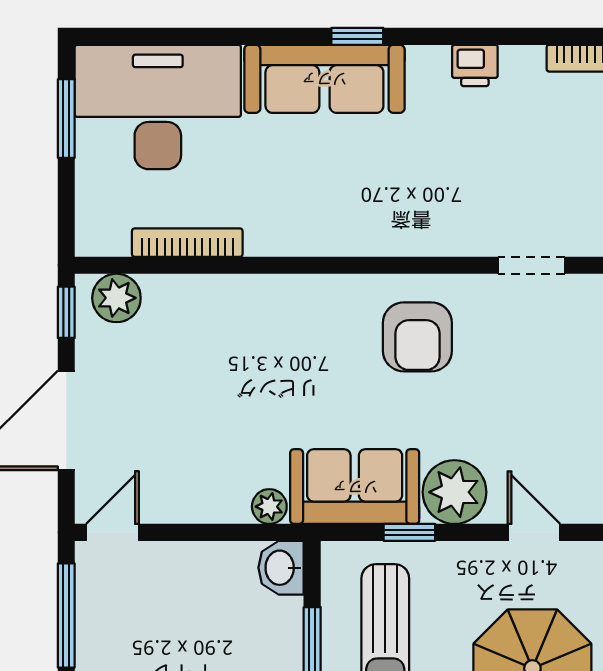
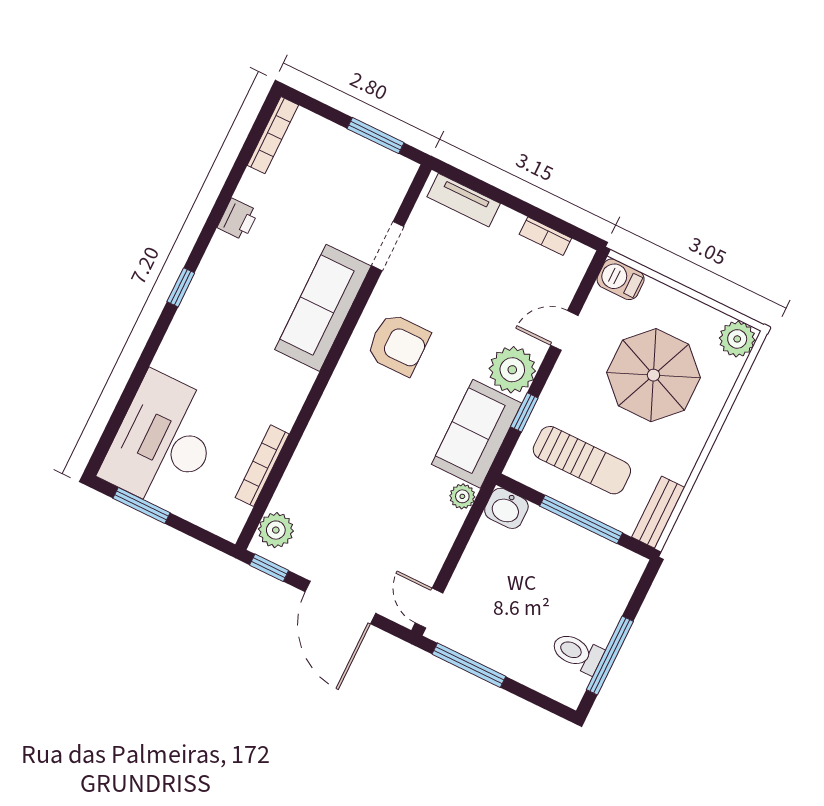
sofa: (324, 79) -> (323, 308), moved, turned 180

